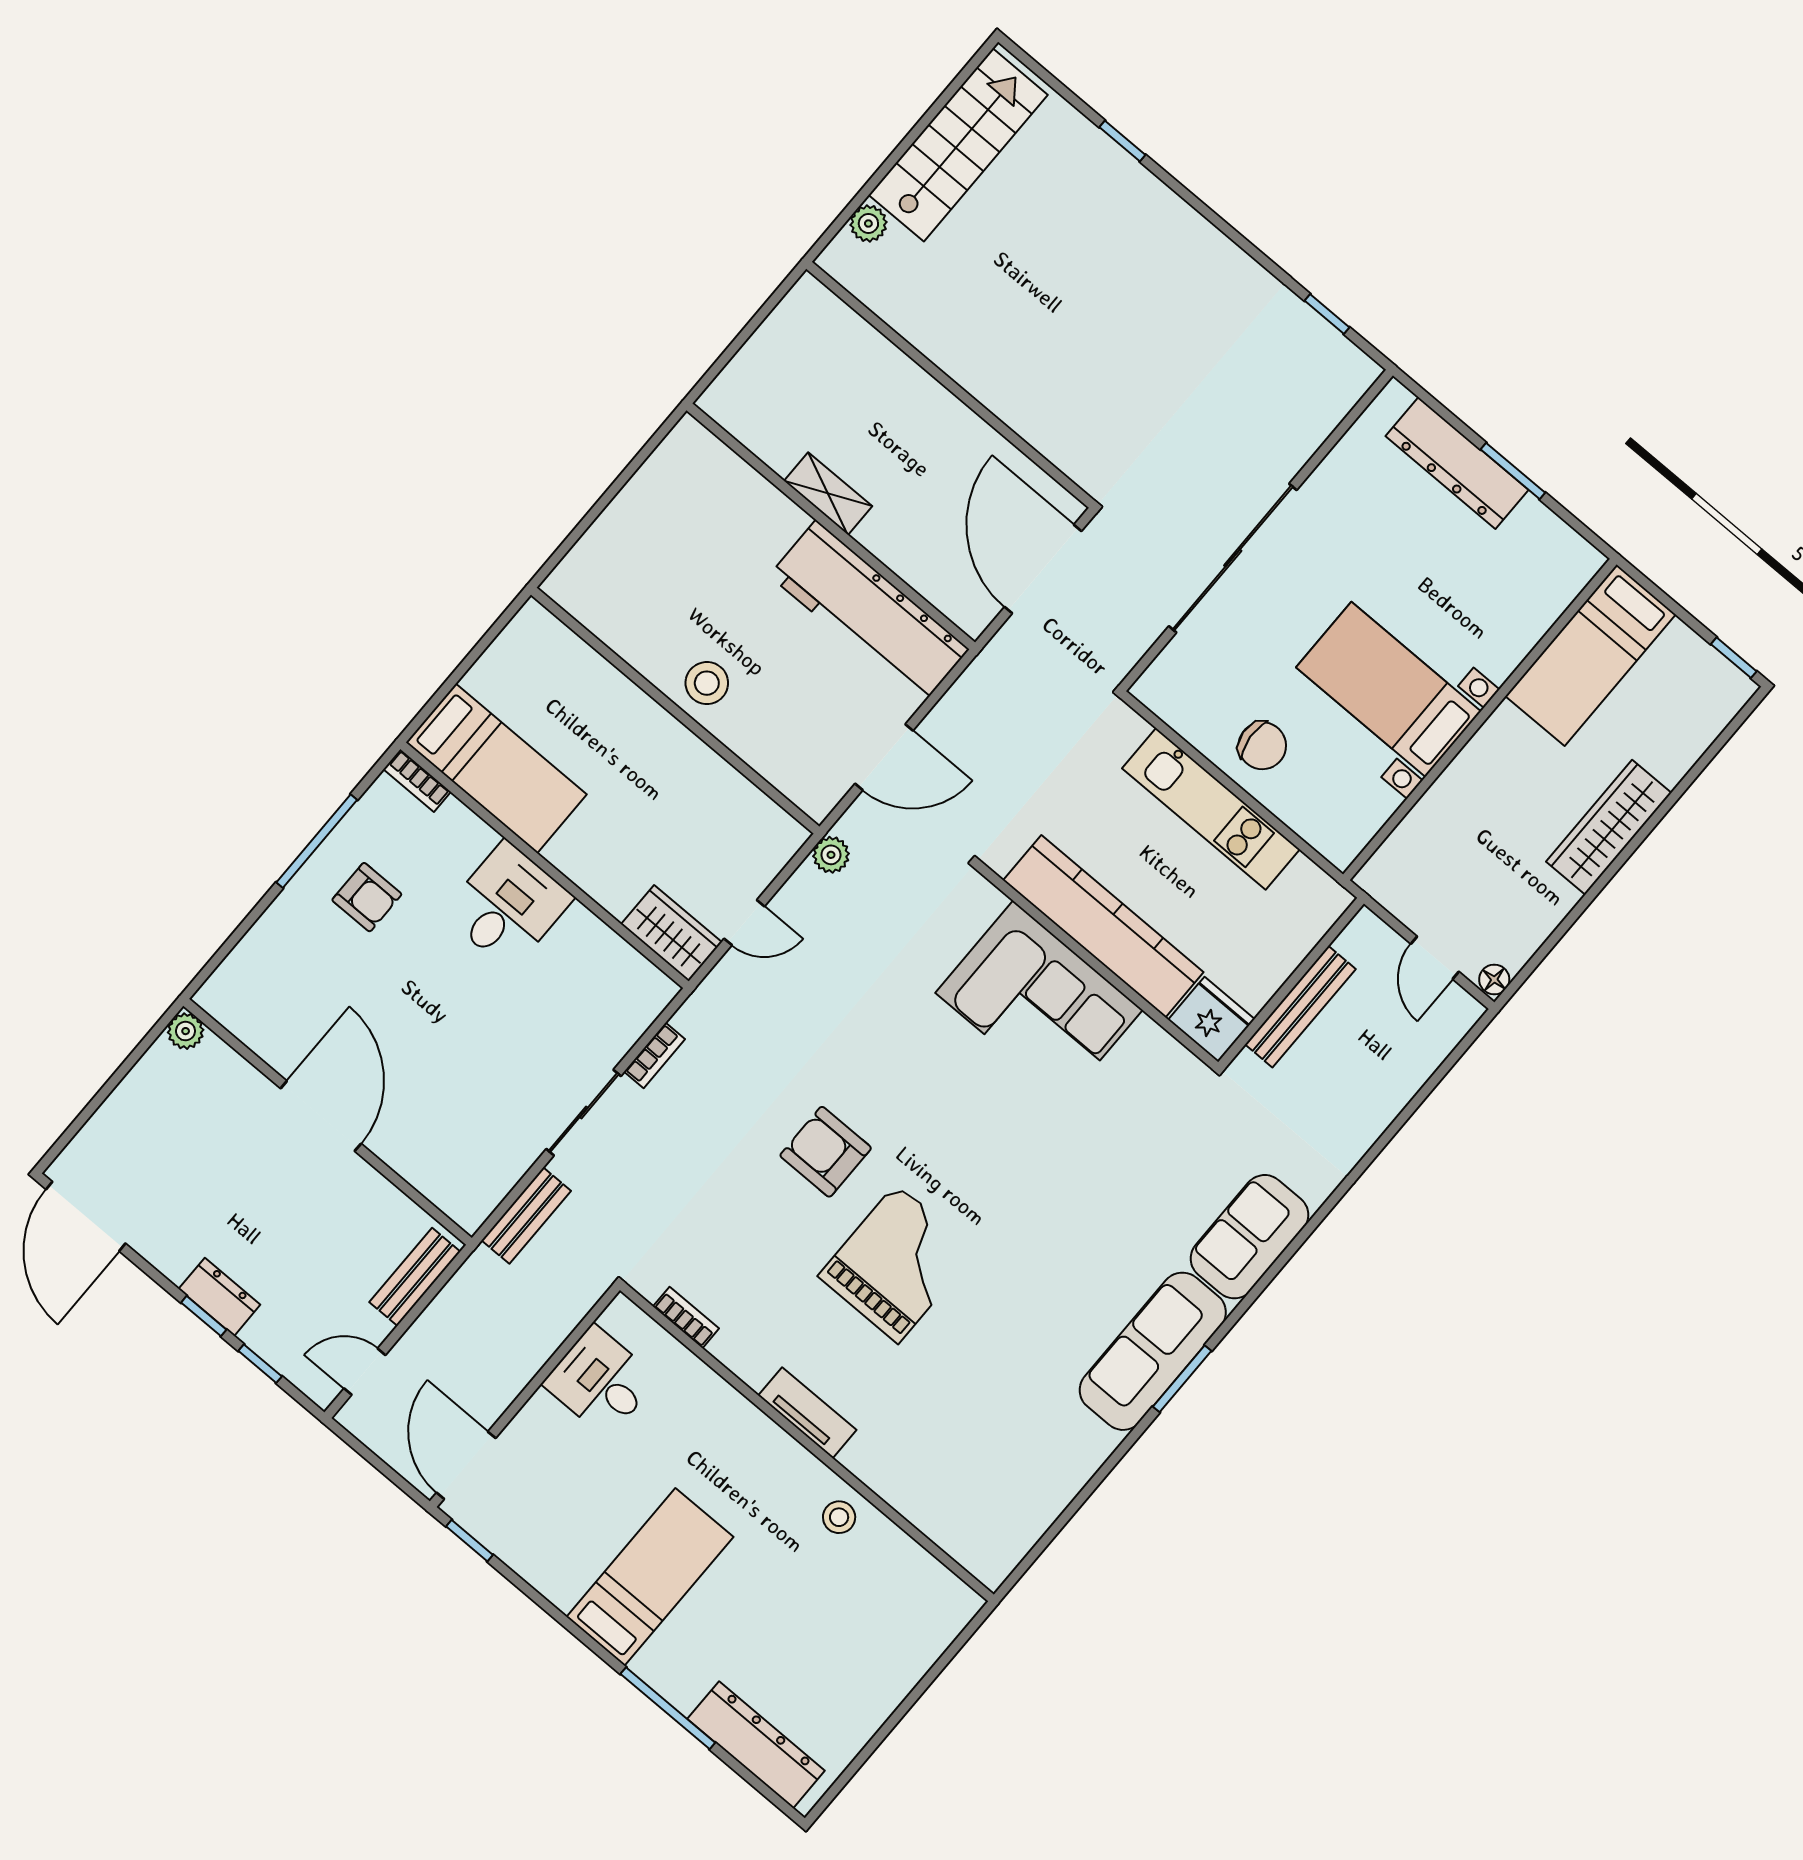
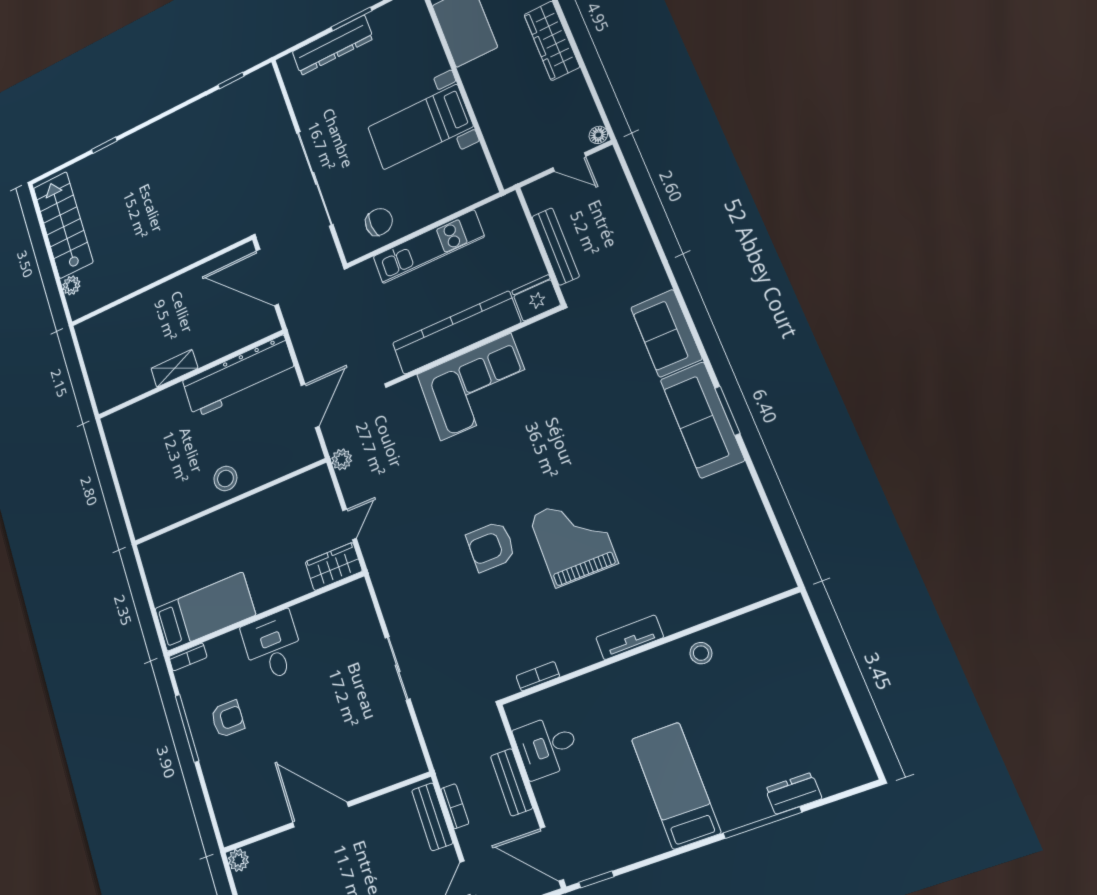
chair: (1262, 746) -> (379, 222), moved
bookcase: (654, 1055) -> (455, 806), moved
bench: (526, 1216) -> (512, 782), moved
dresser: (756, 1745) -> (793, 793), width x0.51, depth x0.80

